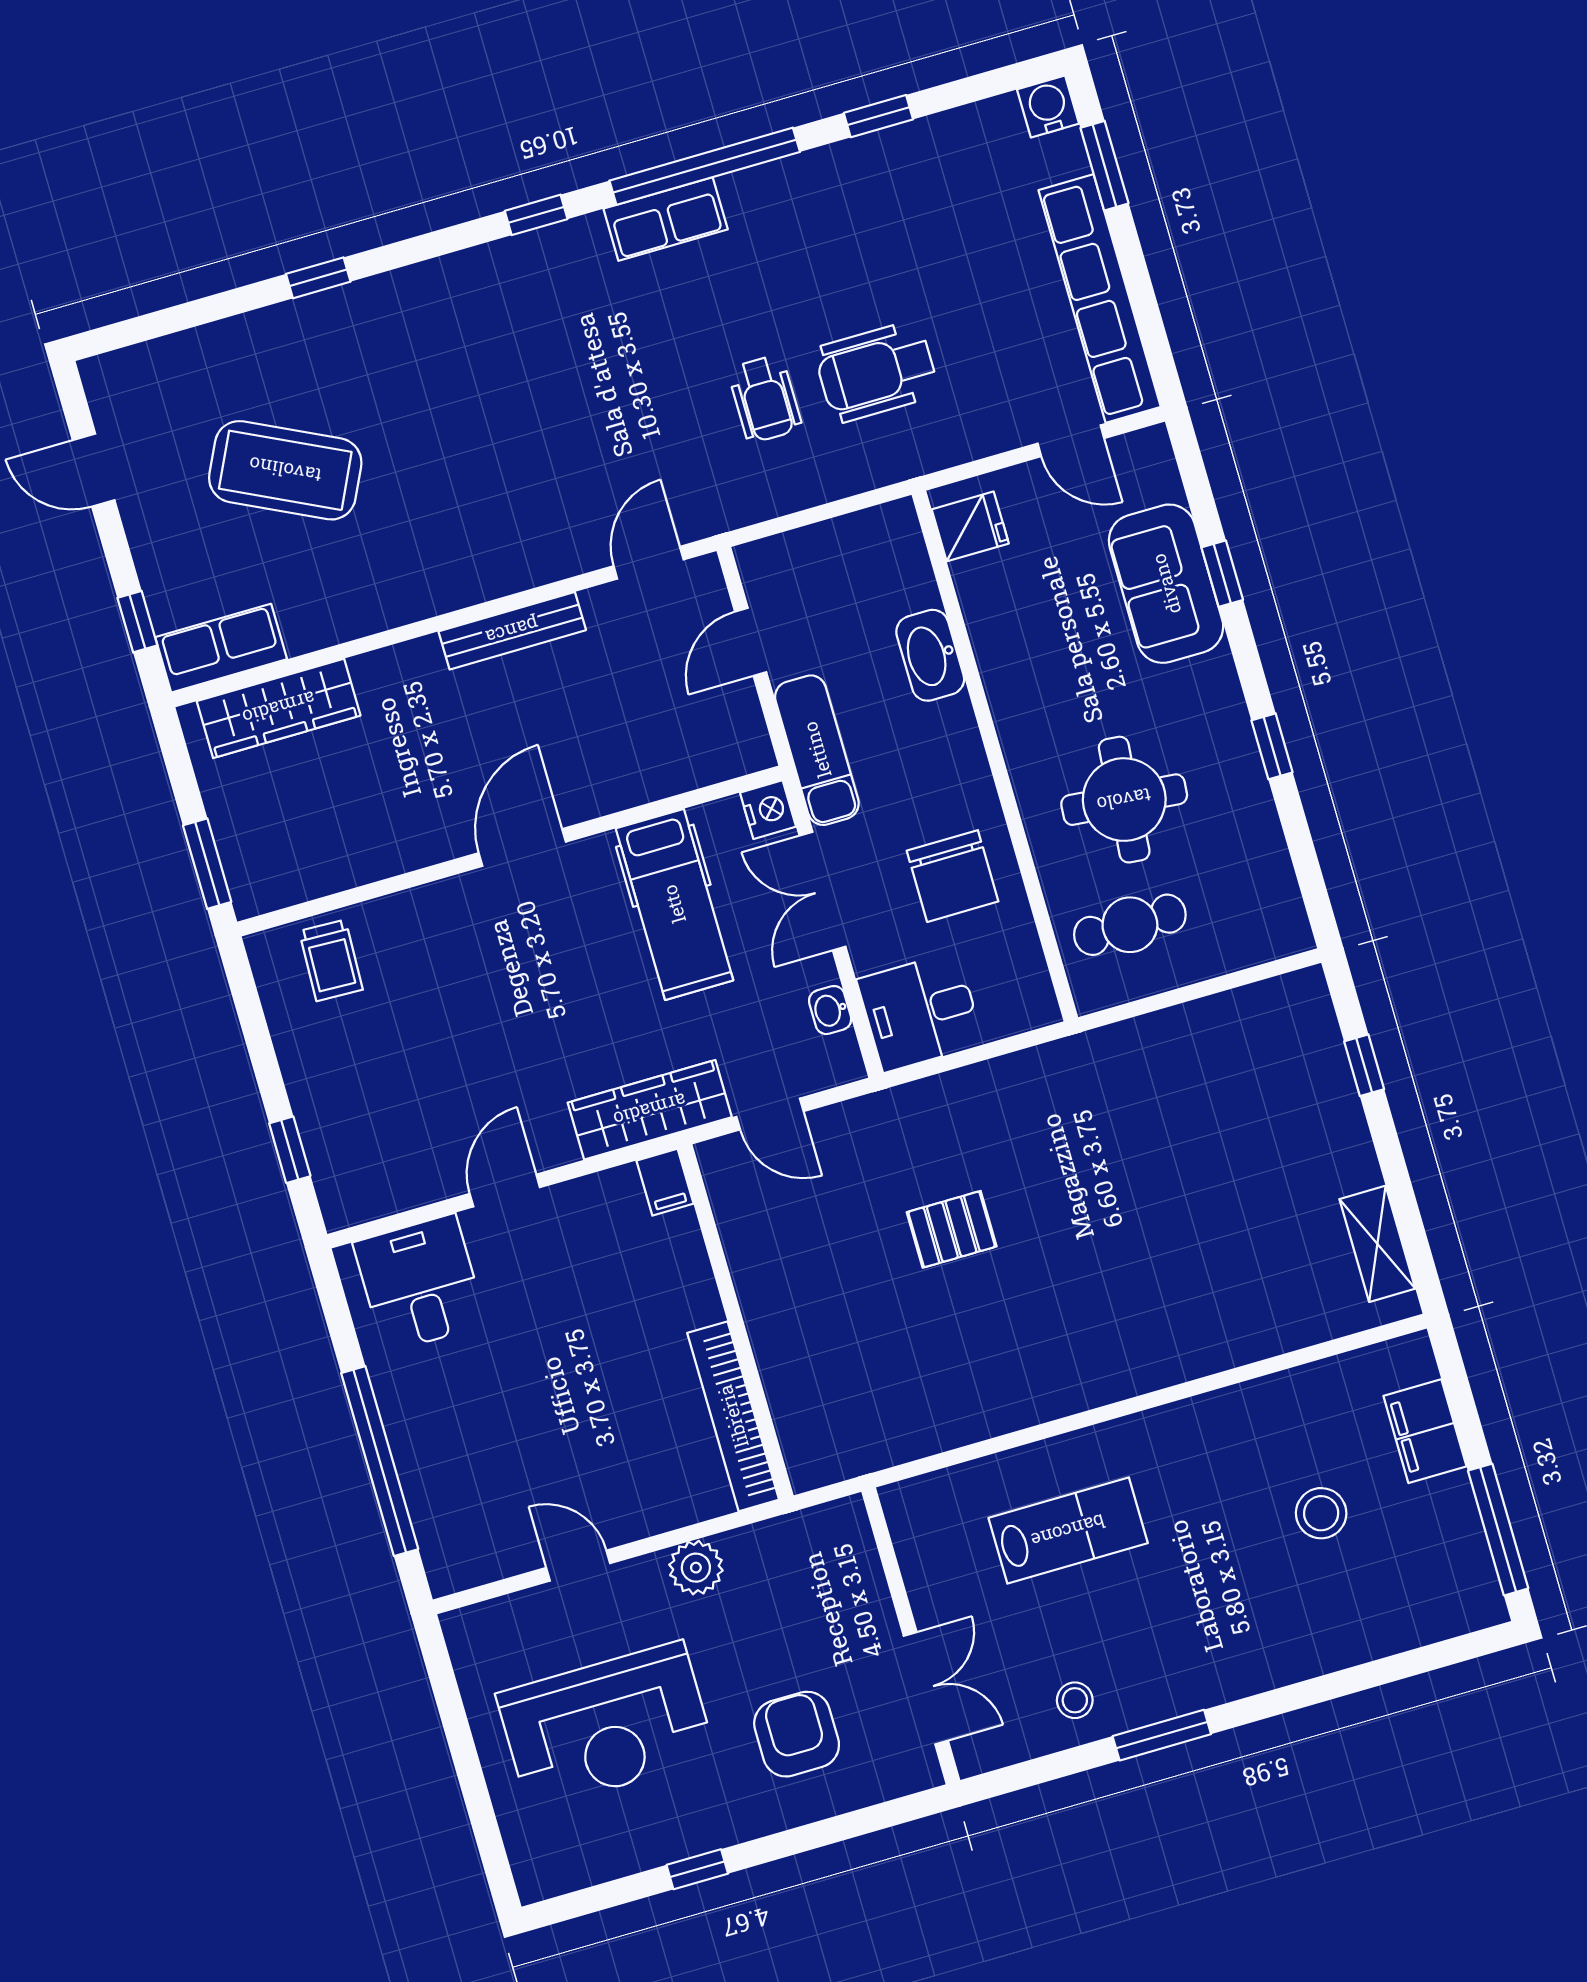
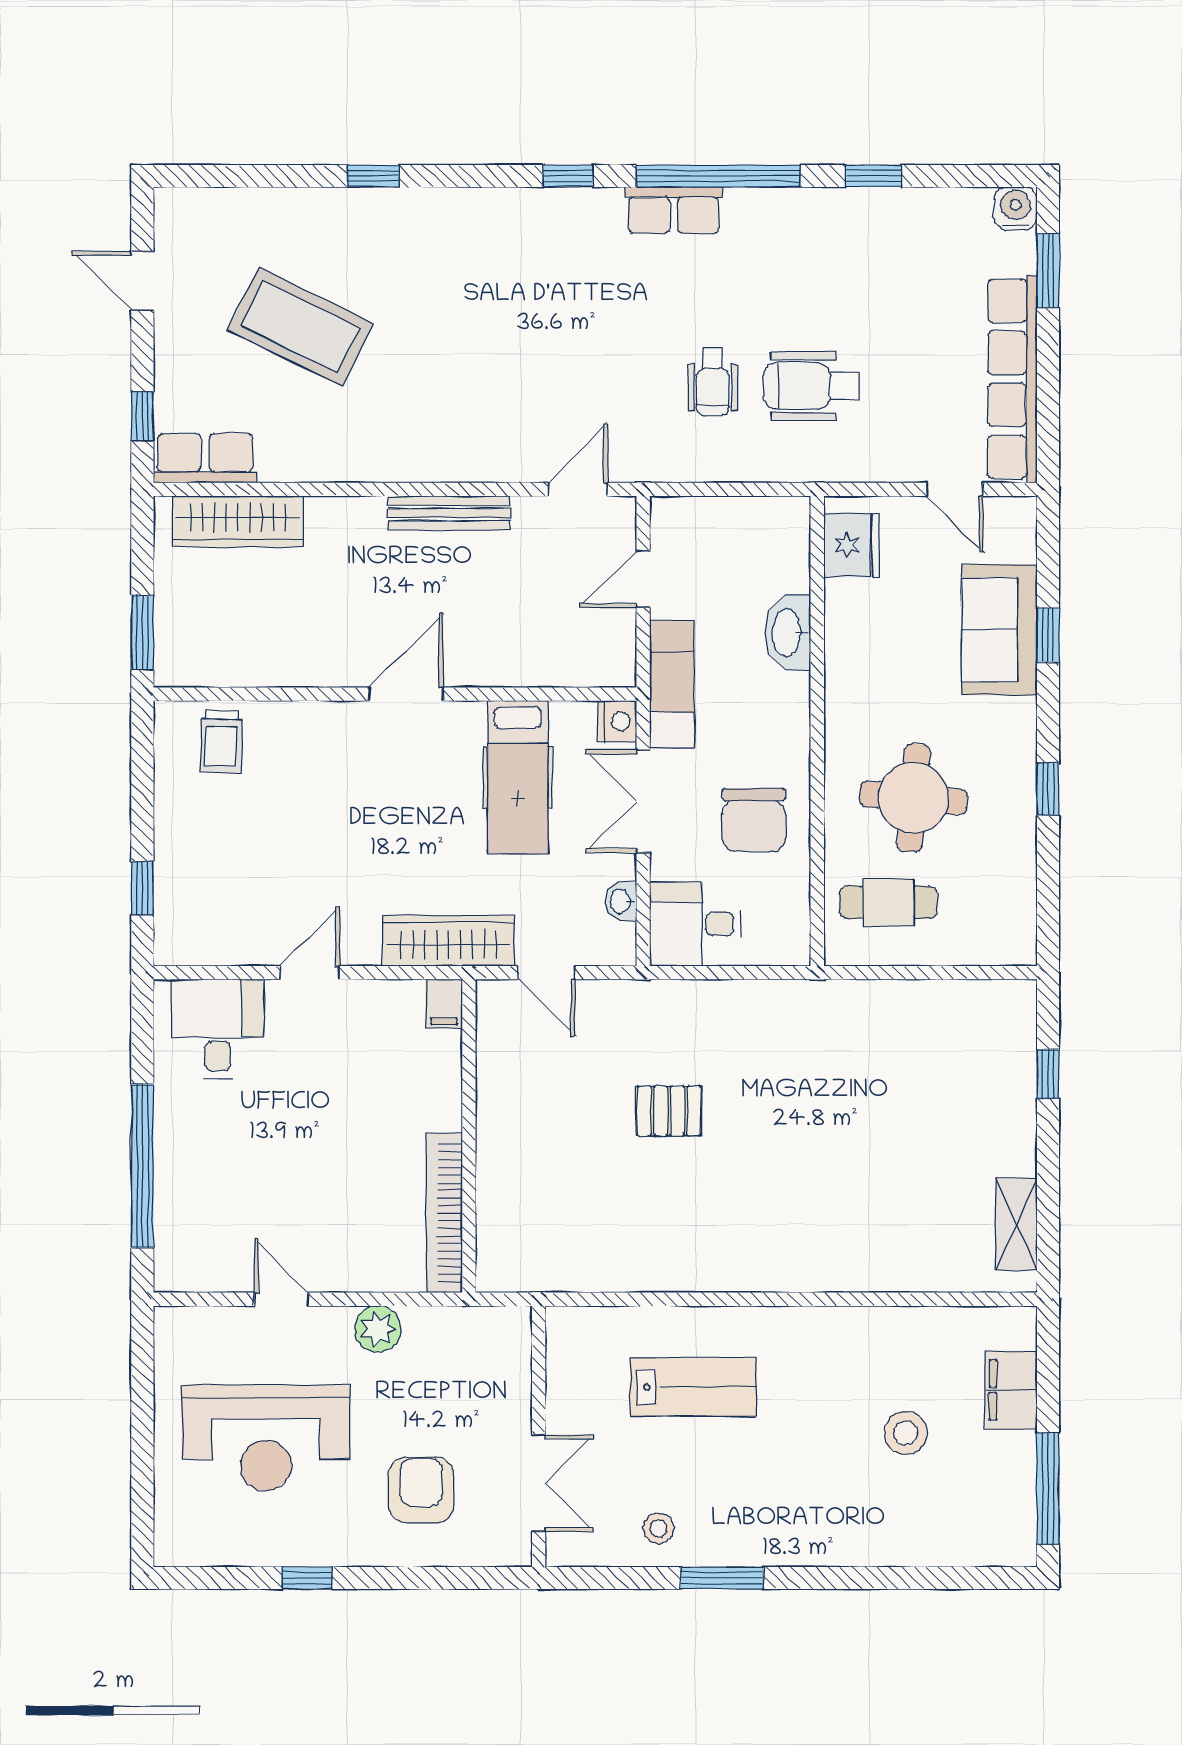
fridge: (970, 526) -> (852, 545), width x1.38

